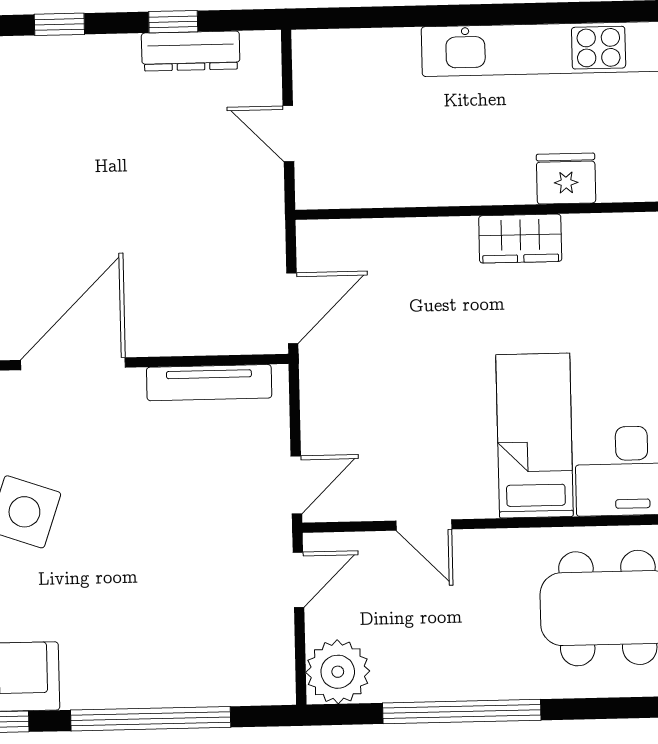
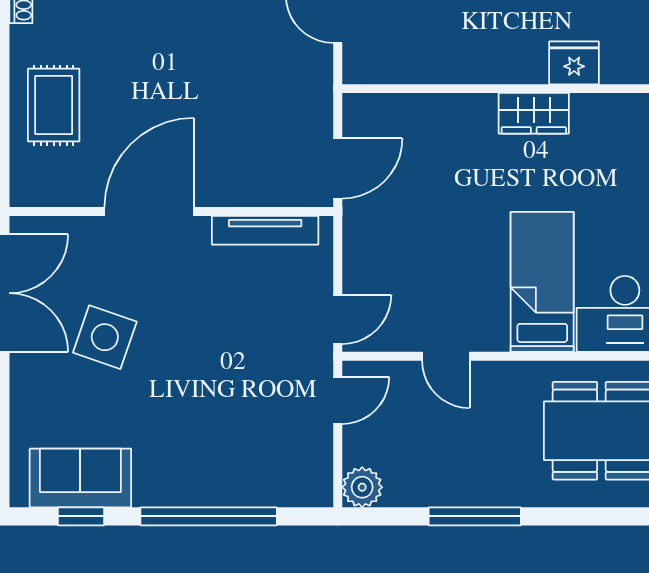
plant: (338, 672) -> (362, 487), width x0.73, depth x0.73
window: (462, 712) -> (475, 516), width x0.68

